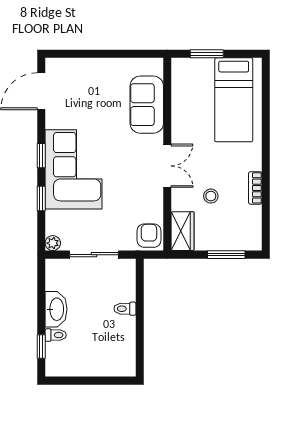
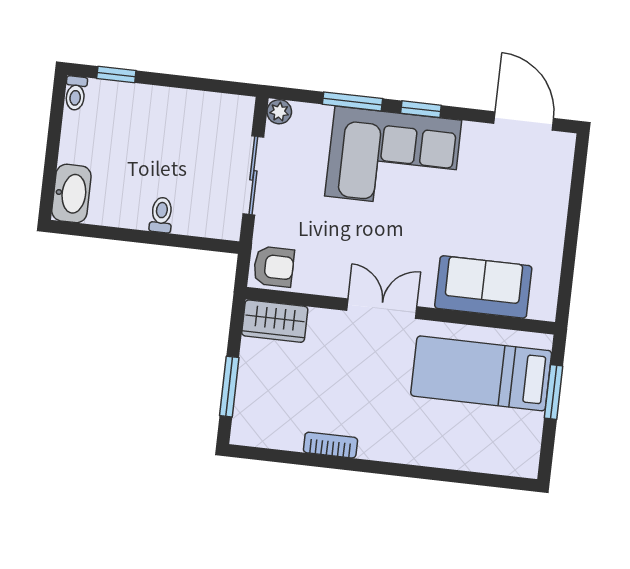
bed: (234, 100) -> (481, 373), moved
double door: (167, 166) -> (382, 309), swing flipped
stool: (211, 196) -> (326, 373), removed
window: (41, 199) -> (352, 101), width x1.50
washbasin: (56, 309) -> (71, 193), moved, turned -90
toilet: (56, 335) -> (76, 93), moved

